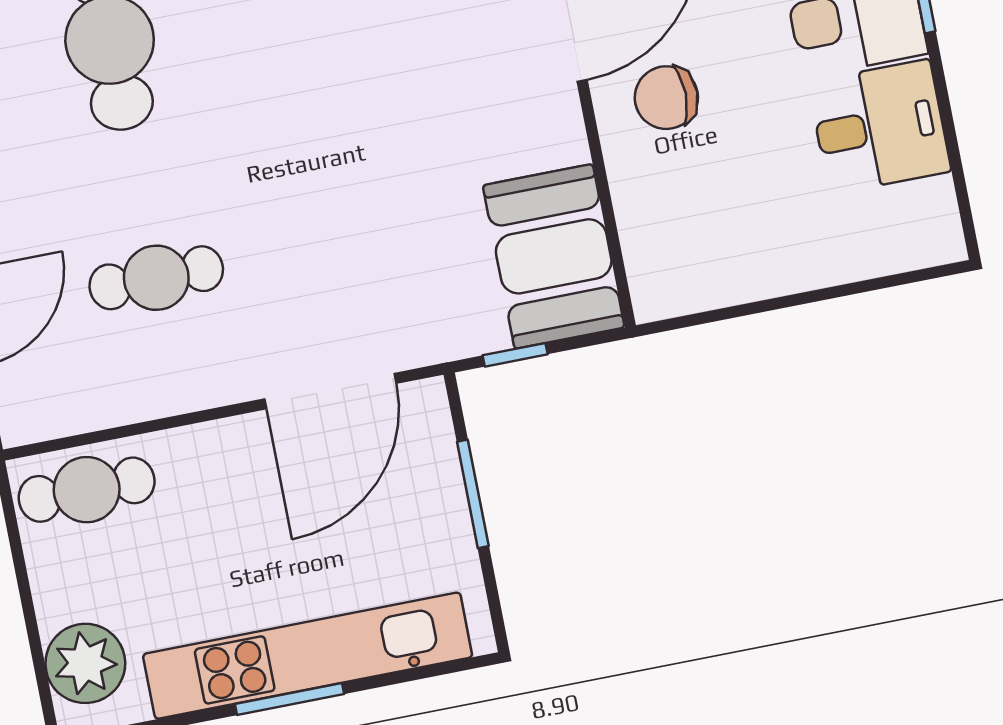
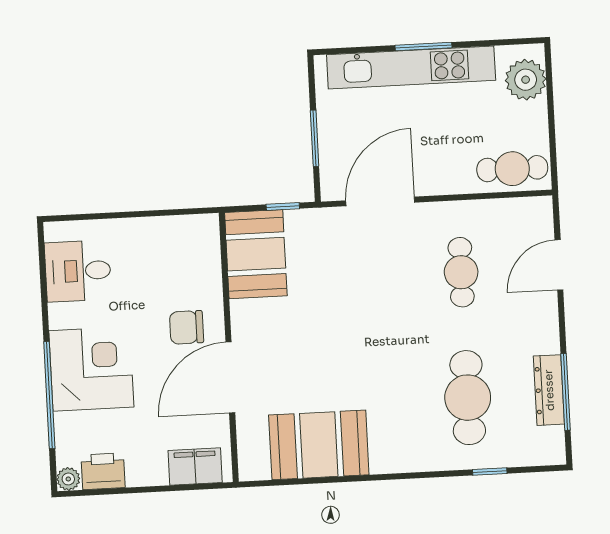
chair: (666, 98) -> (186, 327), turned 180
desk: (879, 127) -> (78, 271), moved
cafe table: (156, 278) -> (461, 272), turned 90

